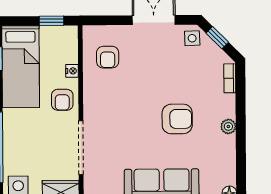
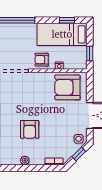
armchair: (108, 57) -> (67, 87), width x1.88, depth x1.88

